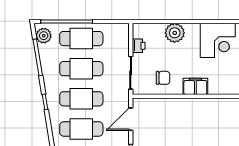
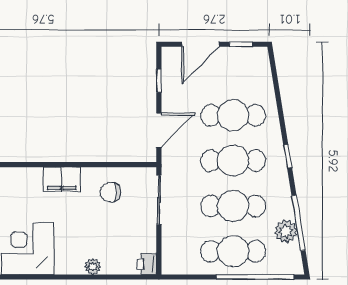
plant: (175, 33) -> (93, 267), width x0.53, depth x0.53
plant: (44, 36) -> (286, 231), moved
printer: (139, 46) -> (147, 264), moved

